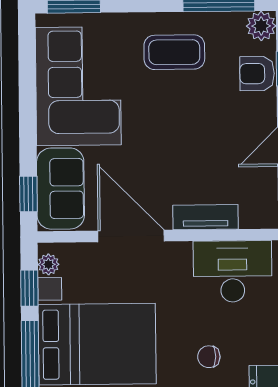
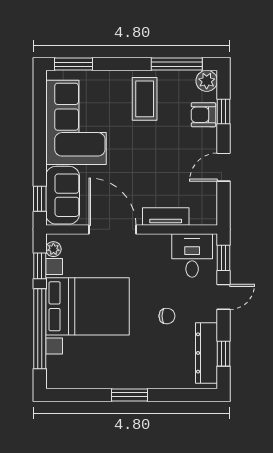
coffee table: (174, 52) -> (145, 99), turned 90
desk: (233, 271) -> (192, 255), width x0.73
chair: (209, 357) -> (167, 316), turned 180

